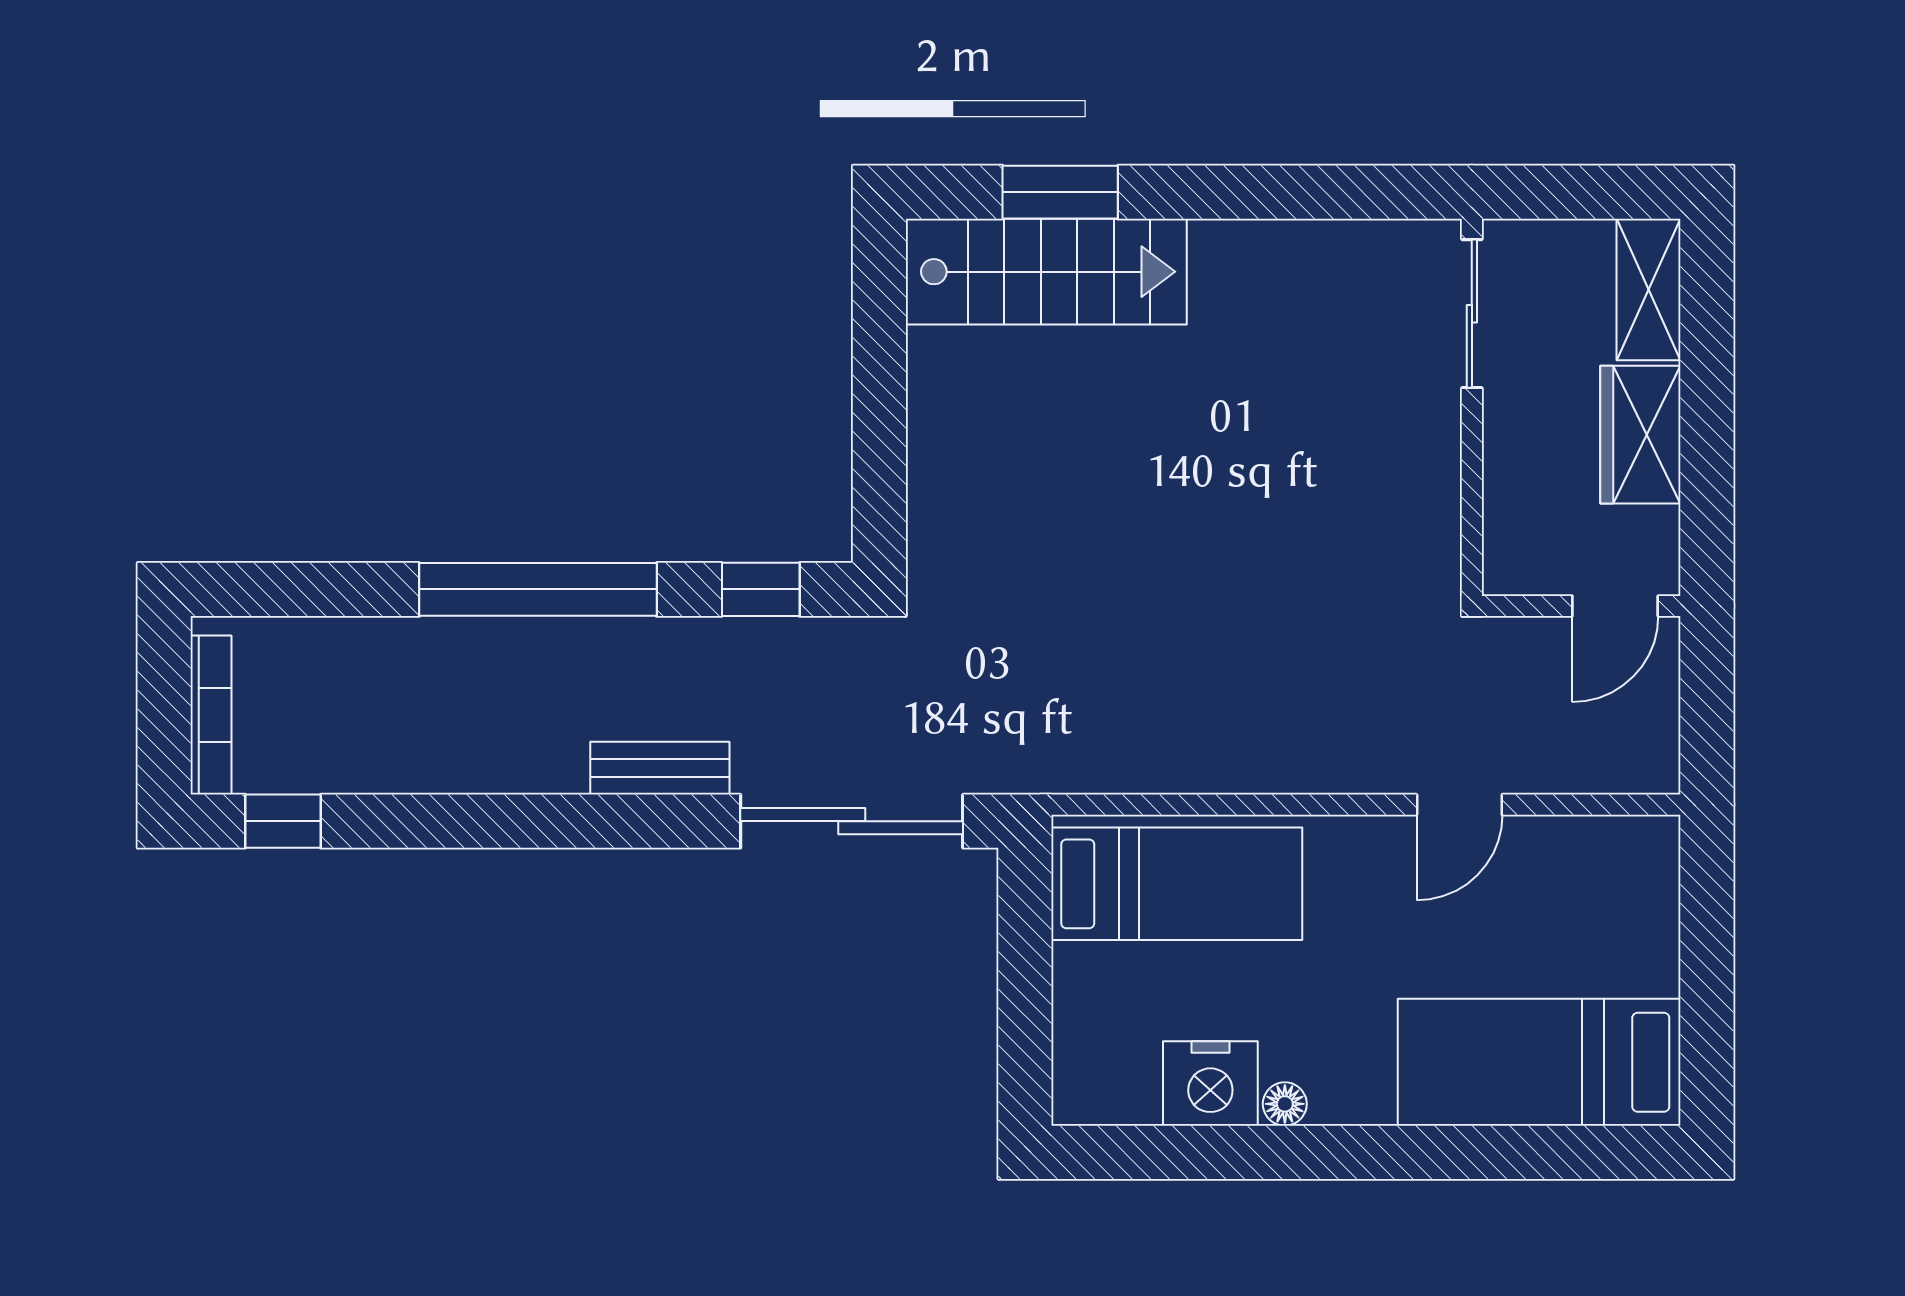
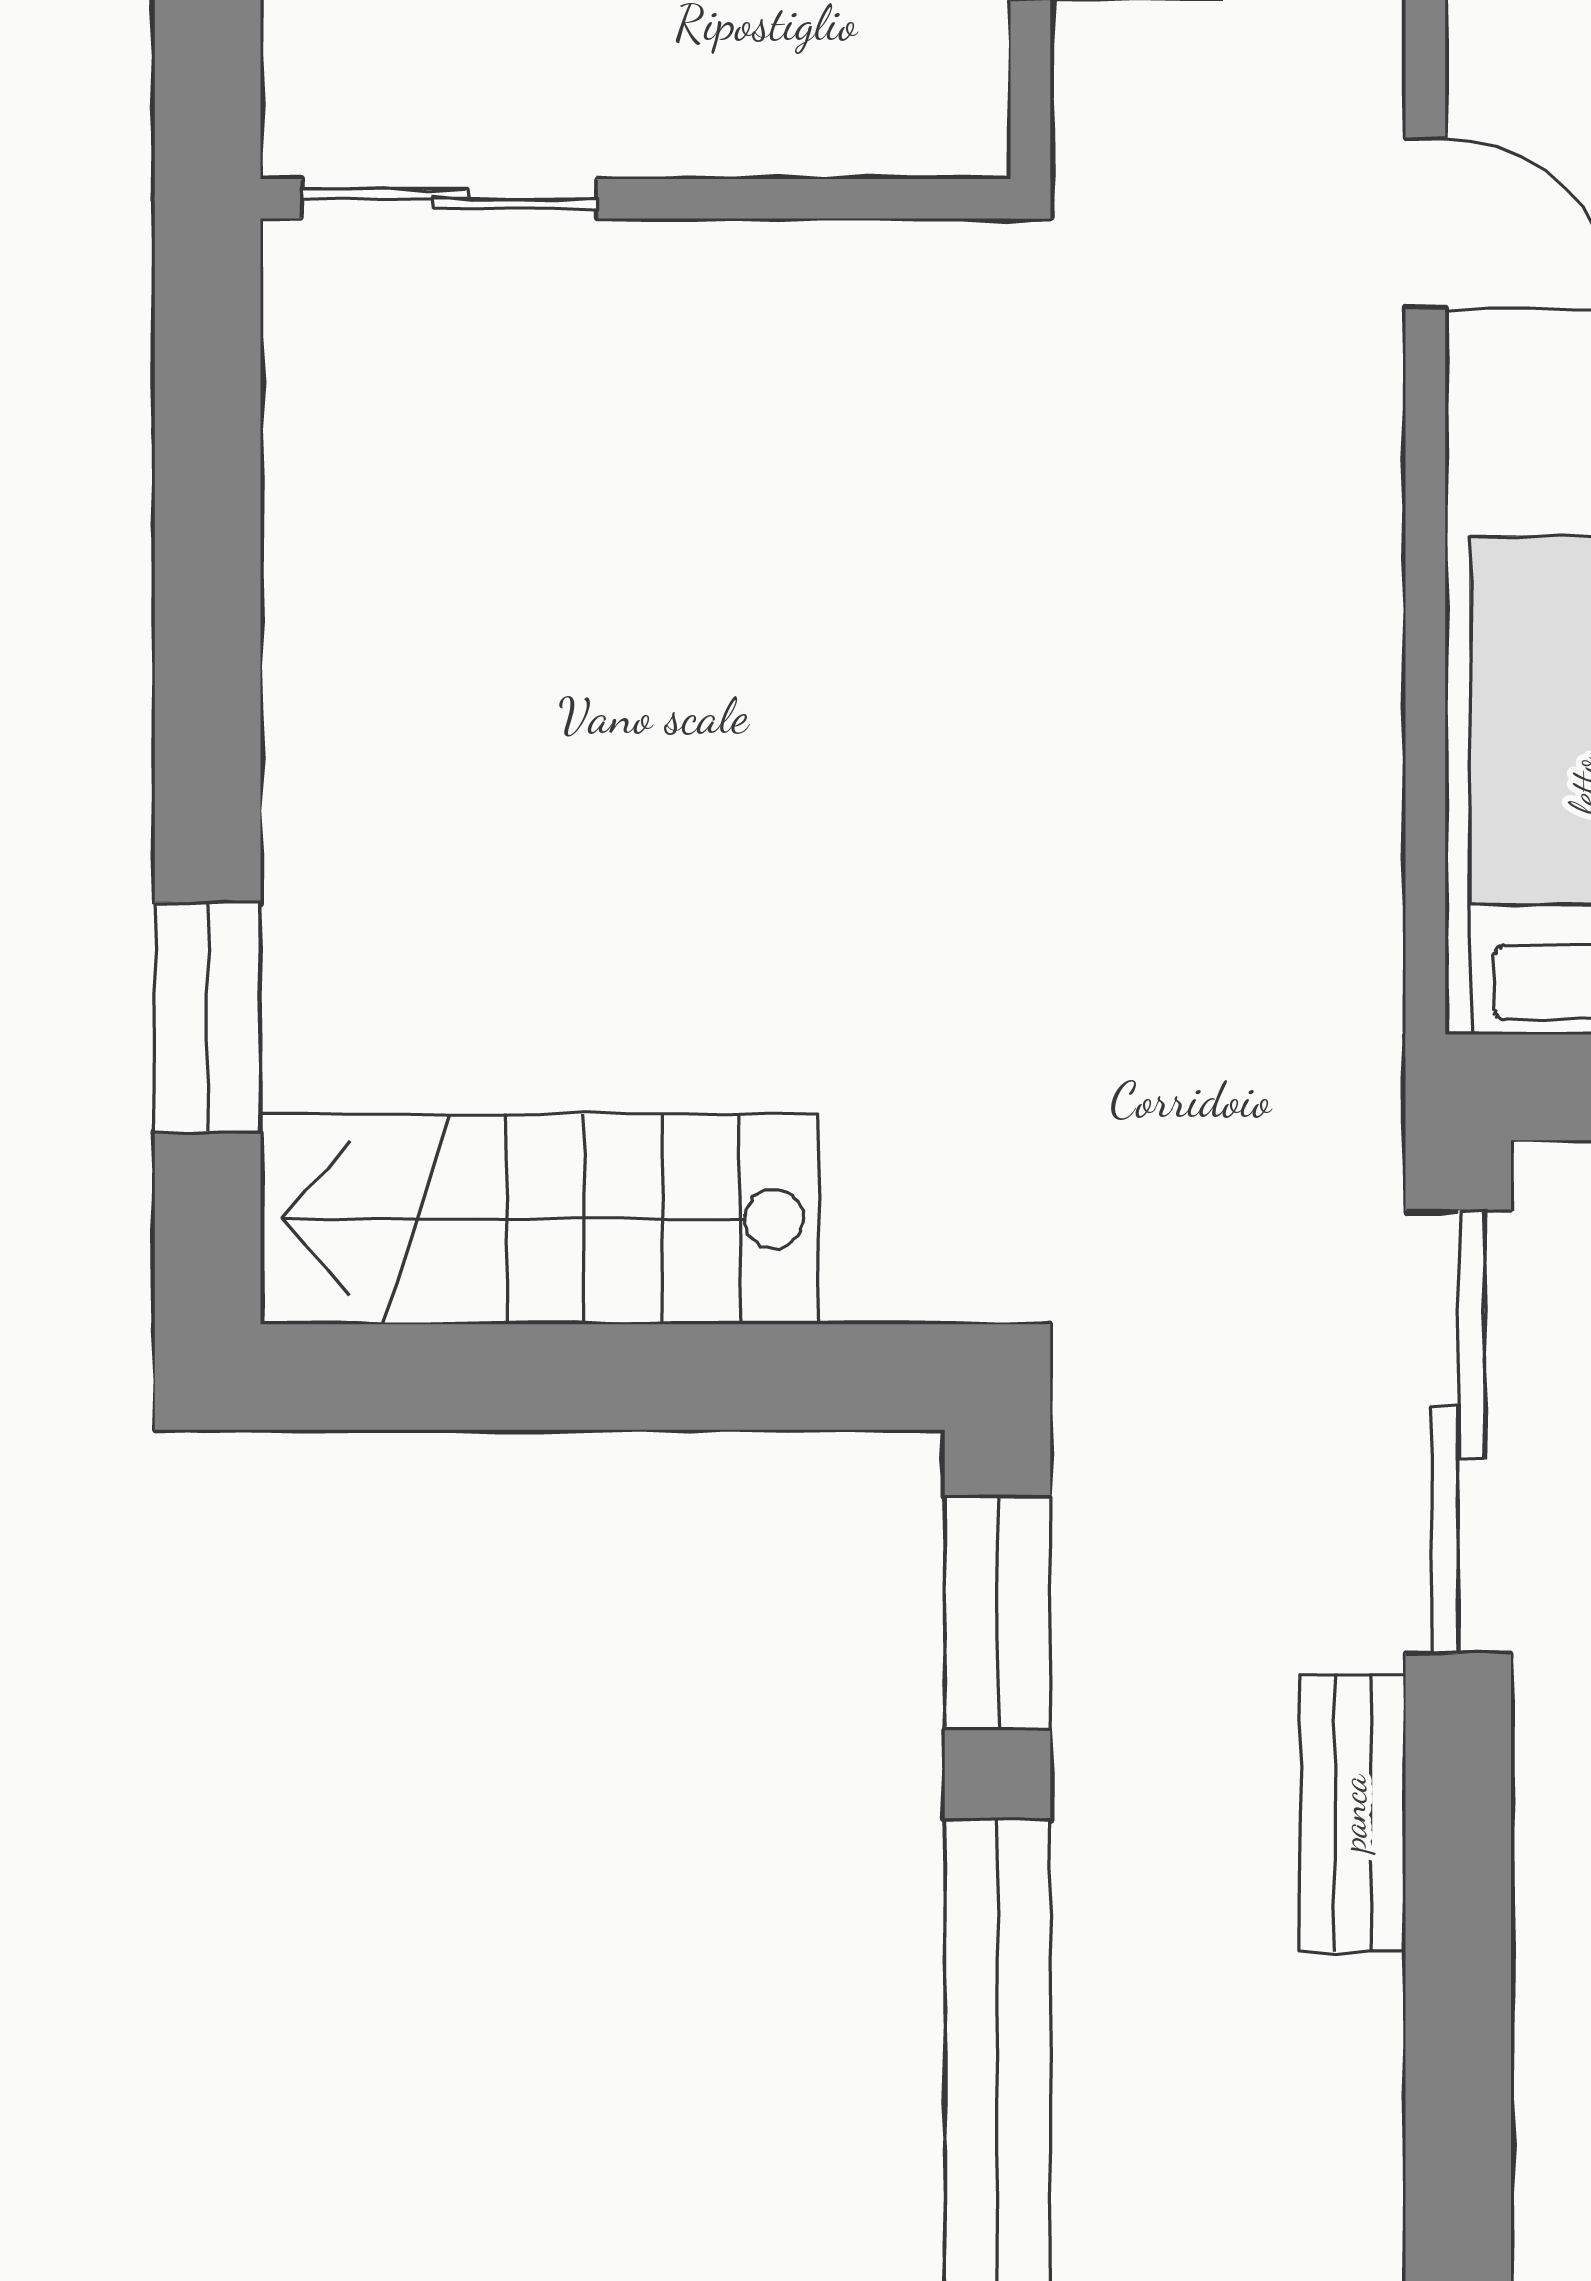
stairs: (1046, 272) -> (540, 1219), moved, turned -90
window: (761, 589) -> (998, 1613), width x1.50

